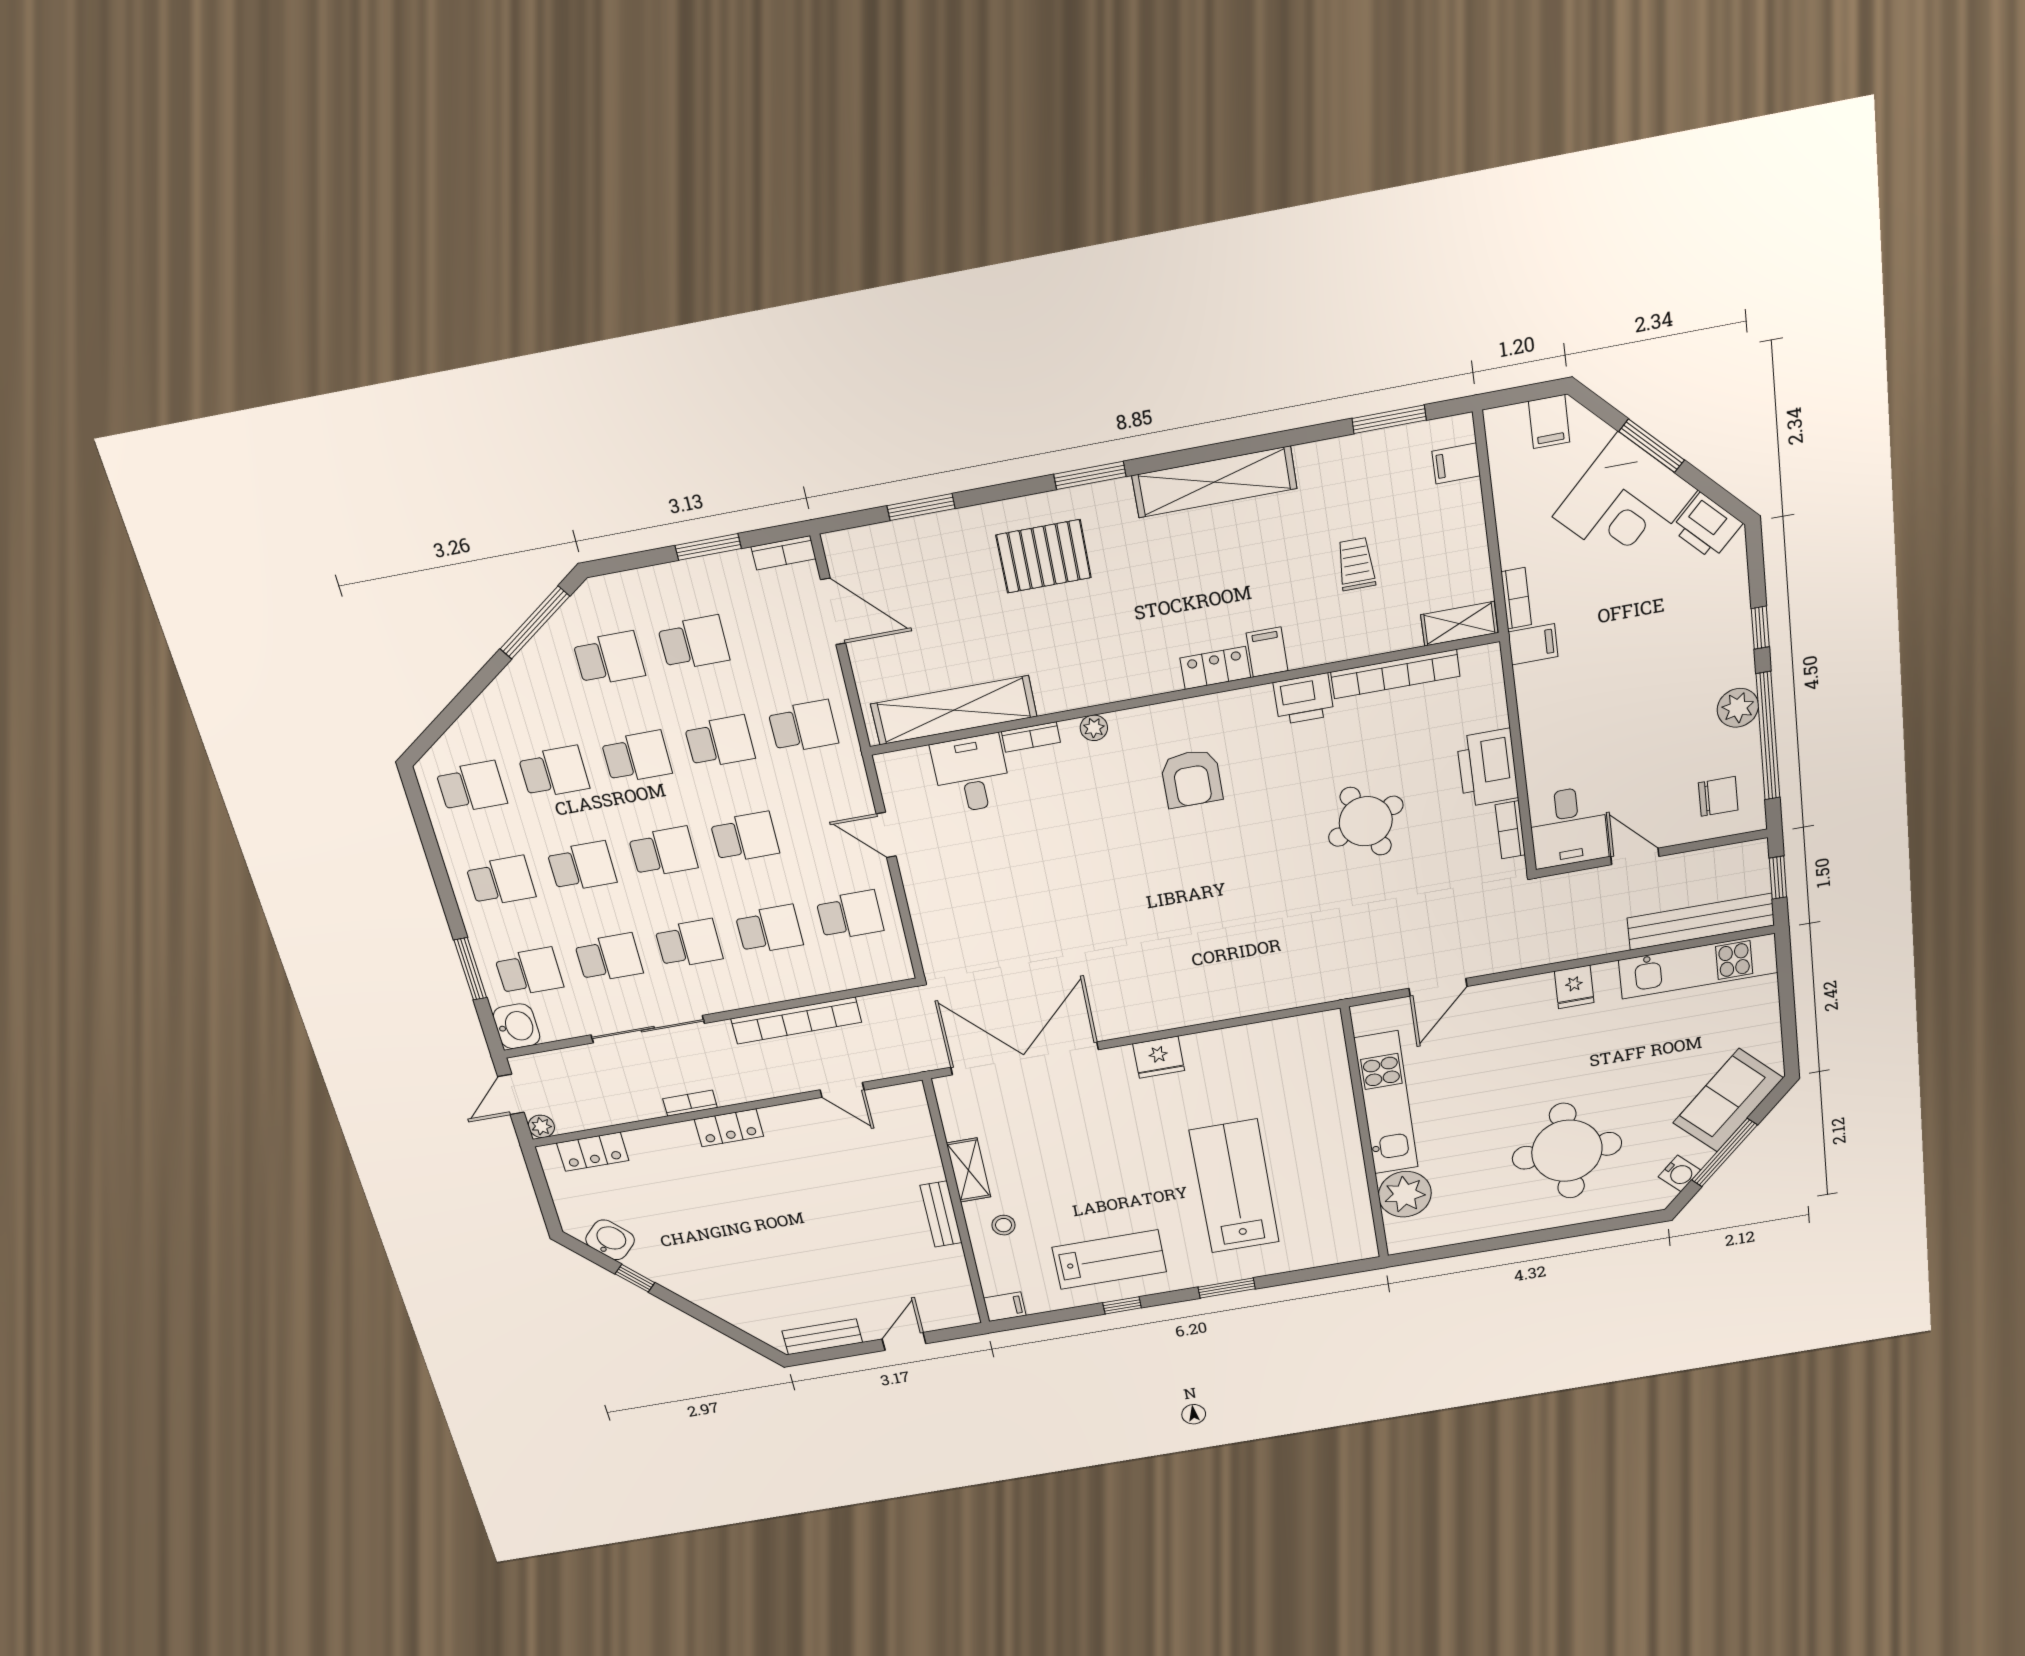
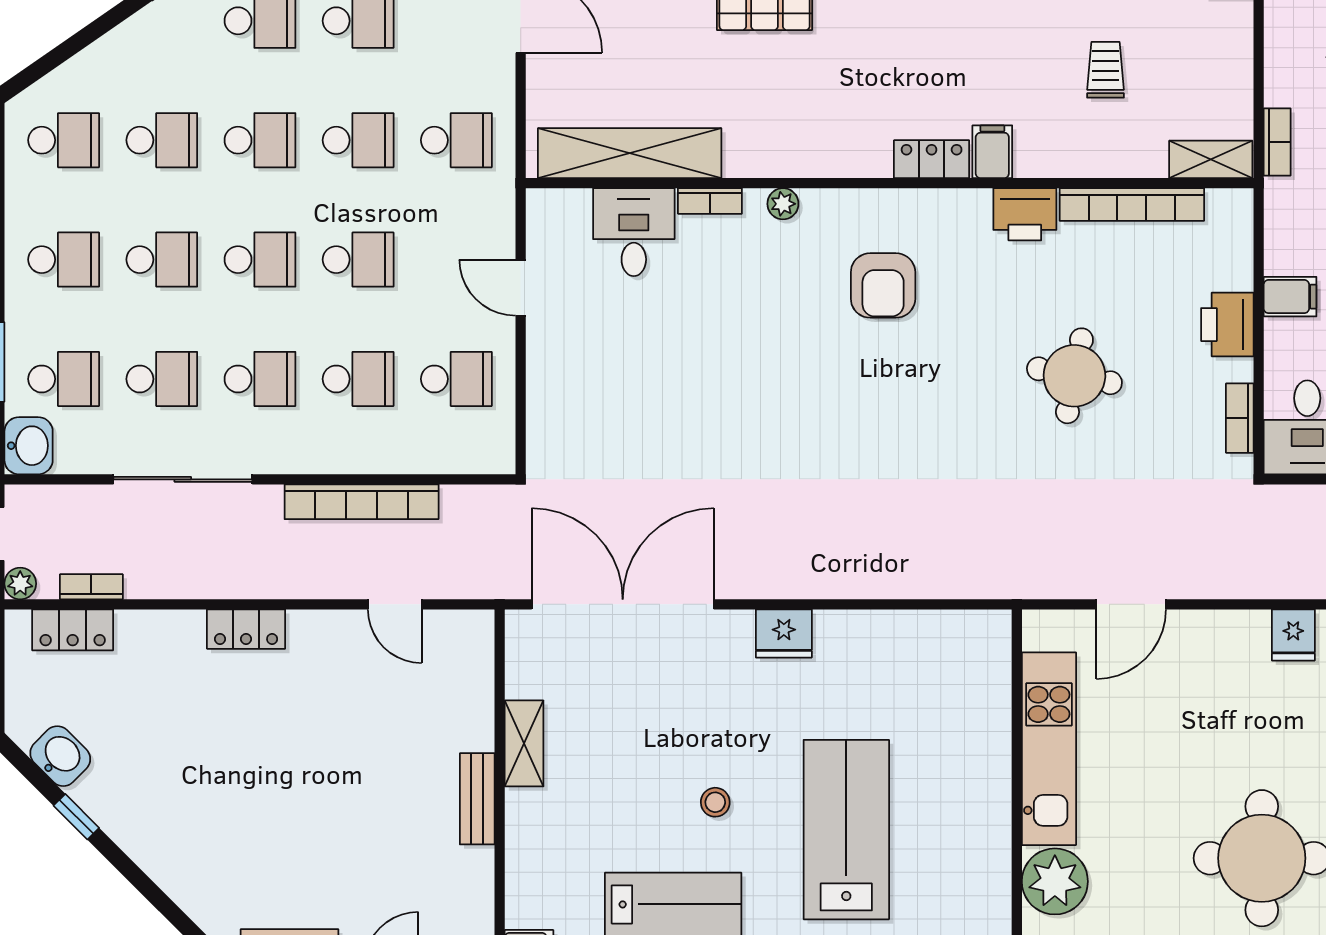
filing cabinet: (1533, 644) -> (1290, 297), moved
printer: (1487, 768) -> (1227, 325), width x0.73, depth x0.84
round table: (1366, 821) -> (1074, 376), turned 33
bookcase: (690, 1103) -> (91, 587), moved
stool: (1004, 1225) -> (715, 802), moved

